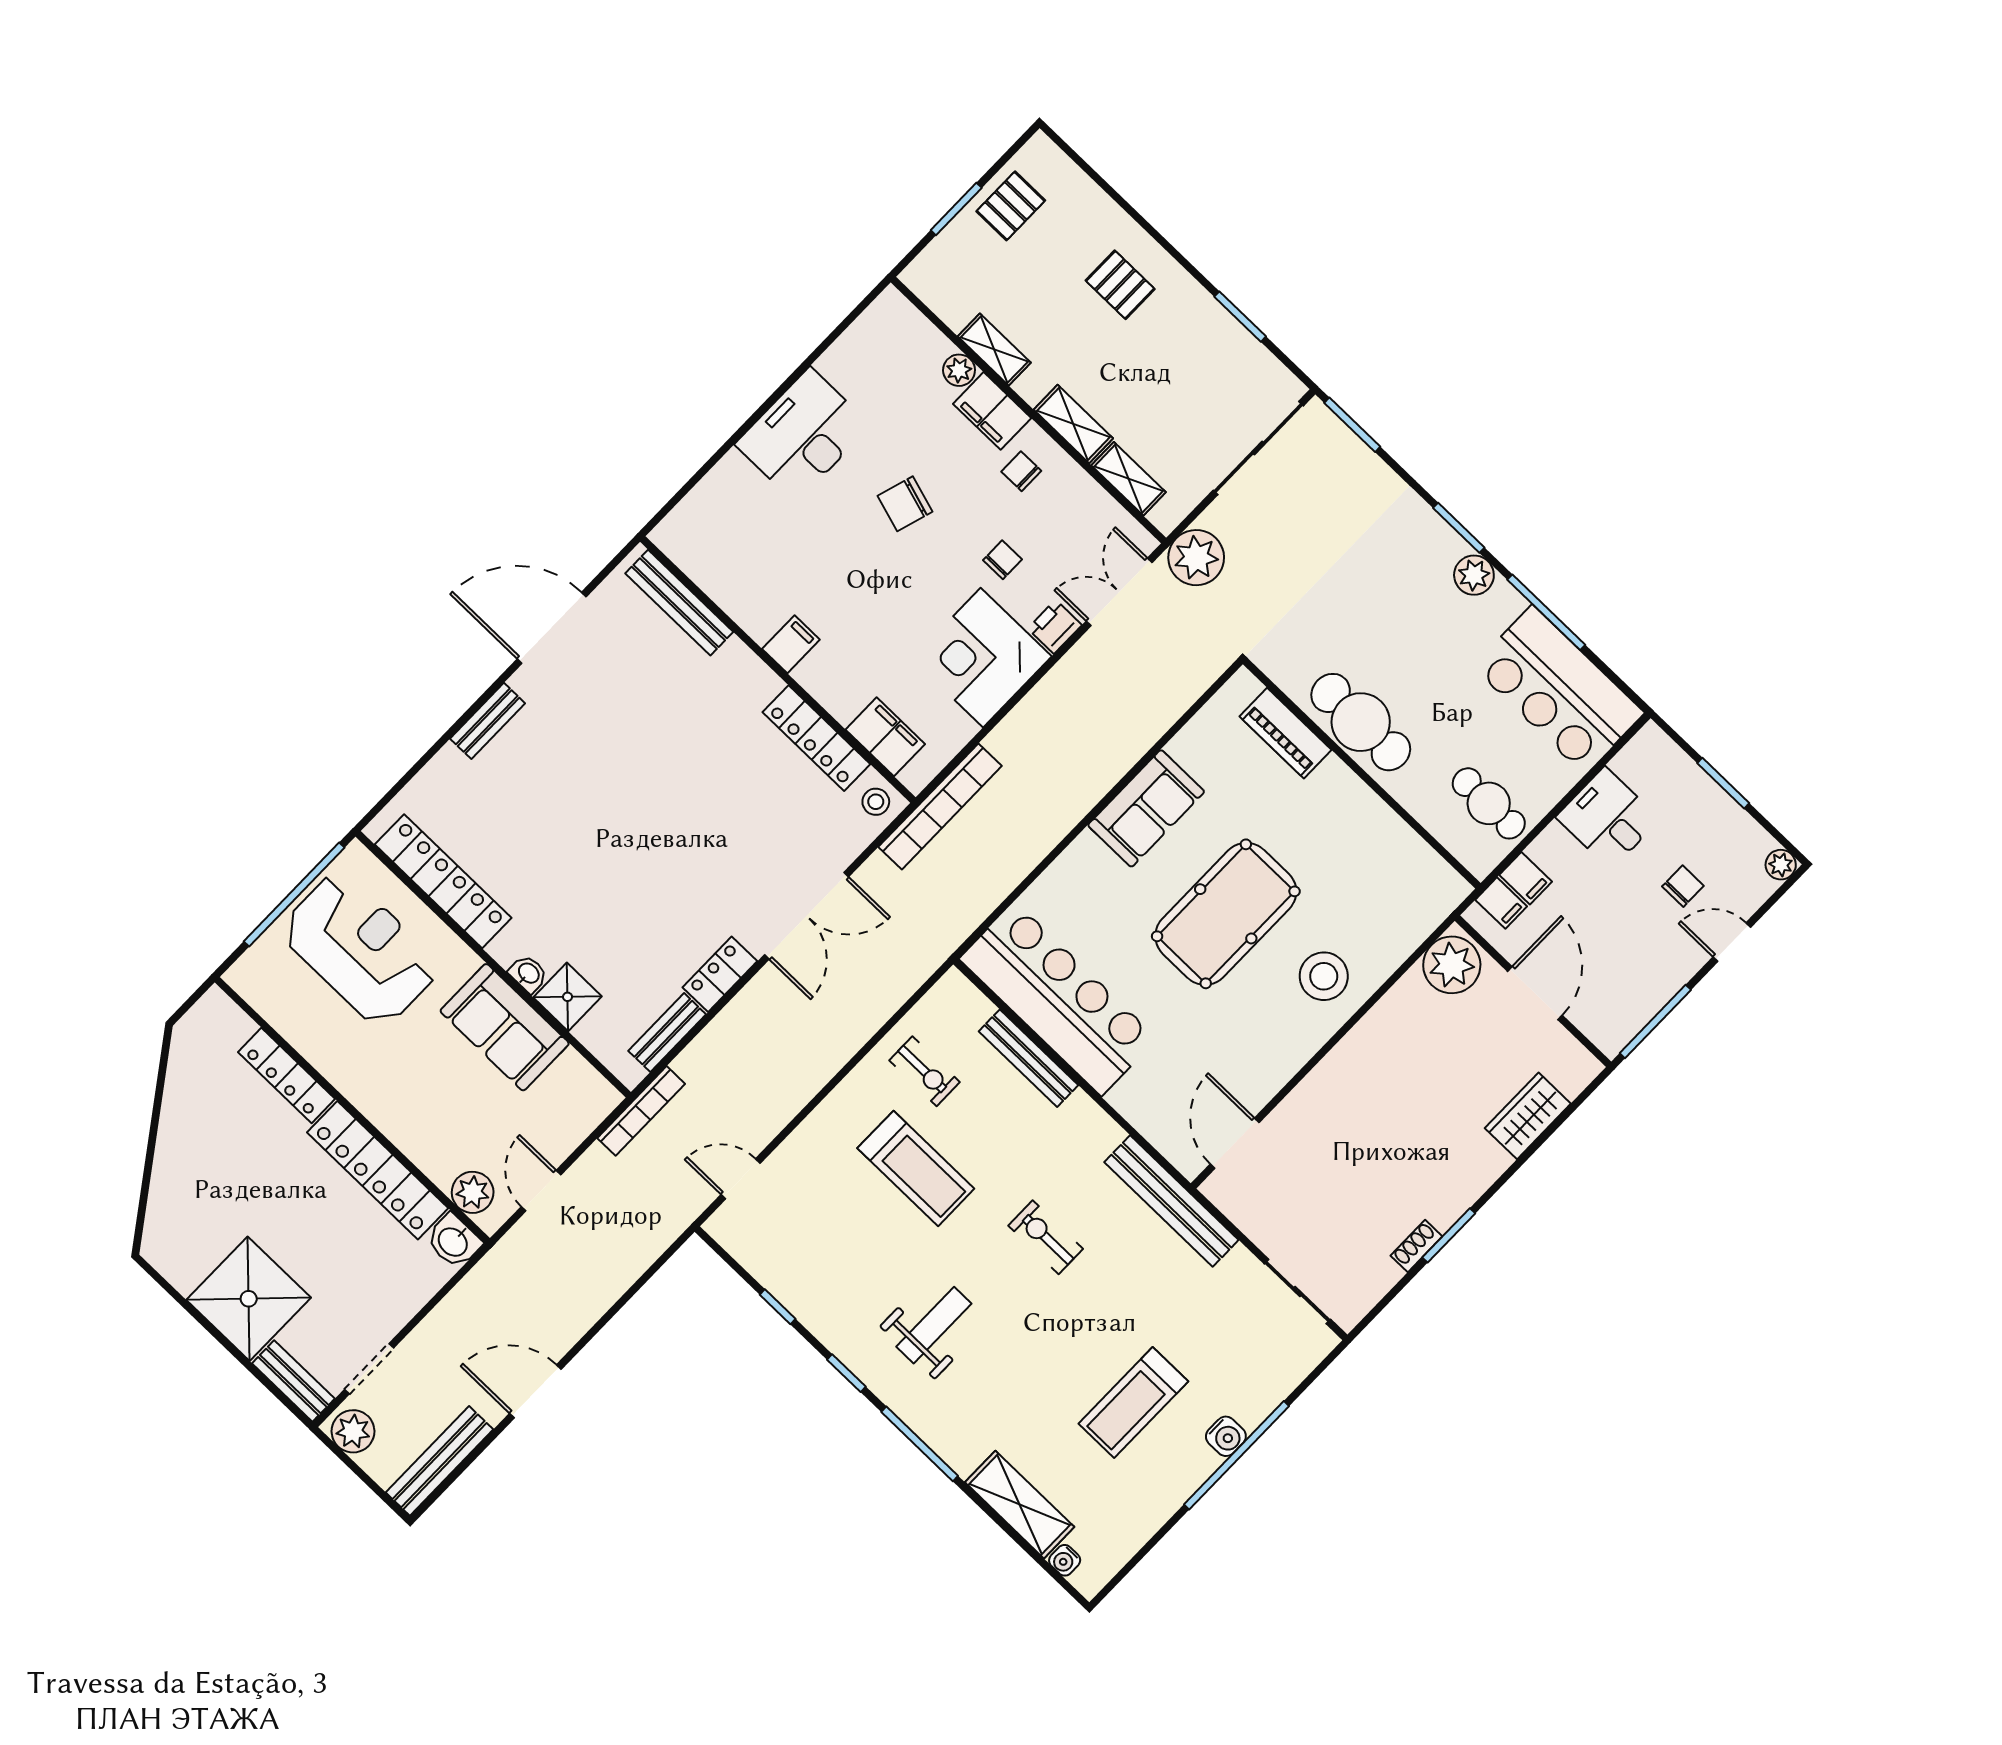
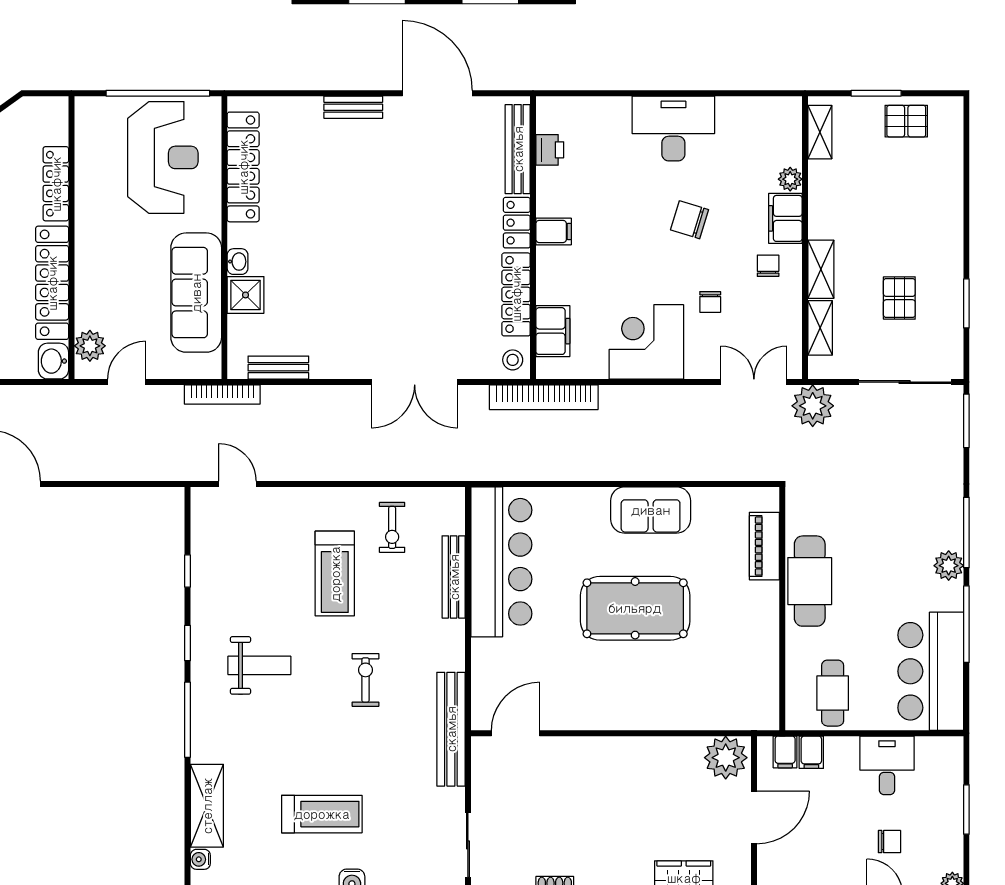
pallet: (1120, 285) -> (899, 298), moved
shelving: (994, 350) -> (820, 132), moved
window: (1459, 528) -> (966, 533), width x1.44
chair: (1003, 560) -> (710, 302), turned 90
printer: (1055, 627) -> (550, 150), moved, turned 90
locker: (720, 974) -> (517, 223), moved, turned -90
stool: (1324, 976) -> (653, 694), removed
sofa: (505, 1027) -> (196, 293), width x1.36
treadmill: (1133, 1403) -> (322, 814), turned 180

